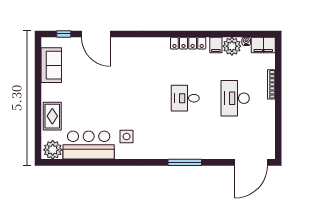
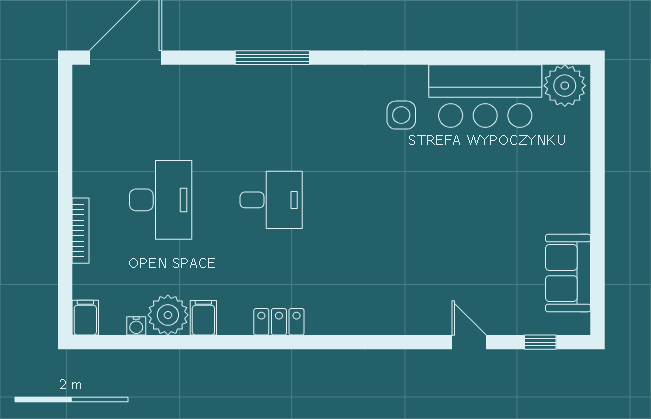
door: (96, 34) -> (469, 342), width x0.53
locker: (188, 43) -> (279, 322), width x0.66
filing cabinet: (263, 45) -> (85, 318), width x0.50
rug: (52, 116) -> (566, 160), removed

